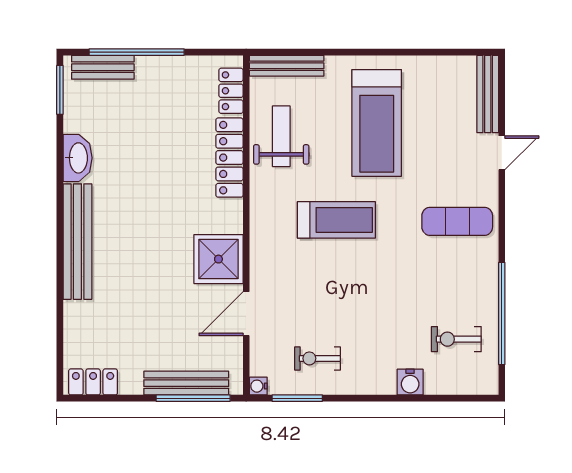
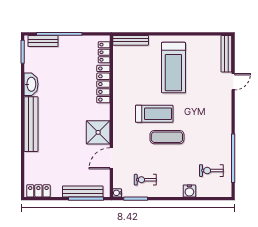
weight bench: (281, 136) -> (128, 74), removed
exercise mat: (457, 221) -> (167, 137), moved

